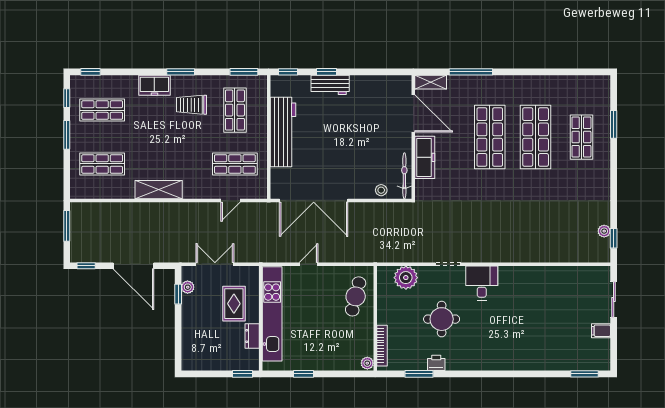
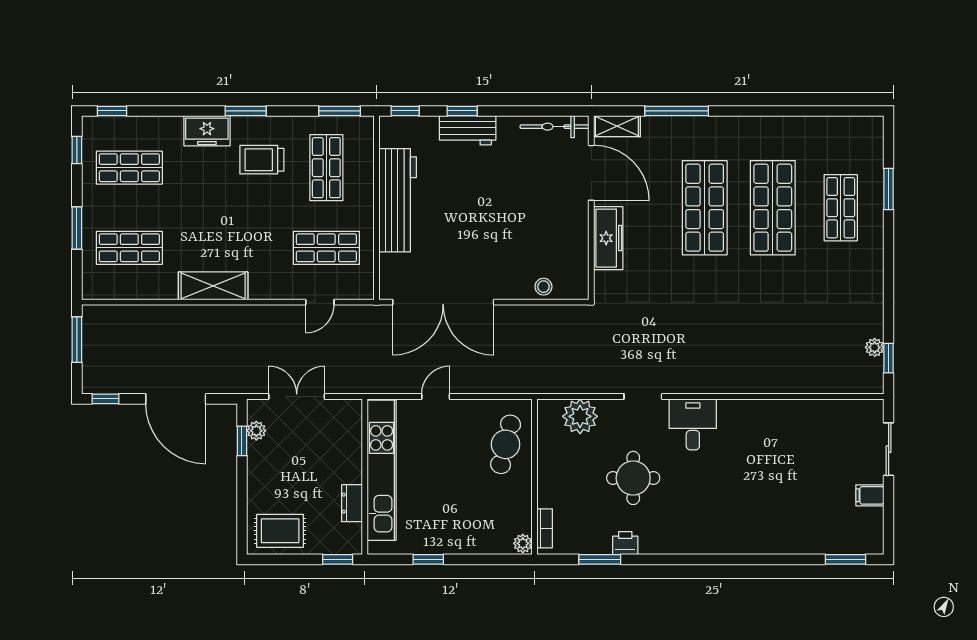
window: (67, 135) -> (77, 228), moved
bicycle: (404, 176) -> (554, 127), moved, turned -90
rug: (234, 304) -> (280, 531), moved, turned 90
bookcase: (382, 346) -> (545, 528), width x0.64

